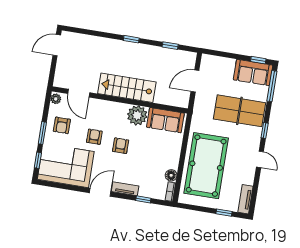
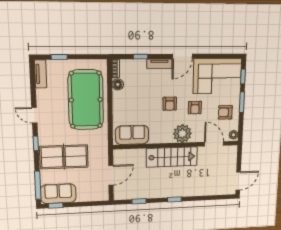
plant: (137, 115) -> (182, 134), moved
armchair: (62, 125) -> (225, 112), turned -90

